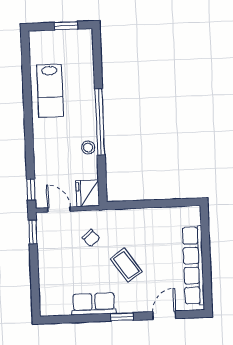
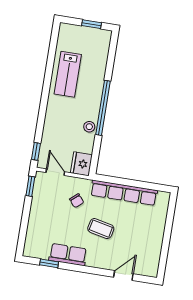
coffee table: (126, 265) -> (101, 229), turned -43
row of seats: (193, 265) -> (124, 193), moved, turned -90
window: (122, 317) -> (49, 263), moved

